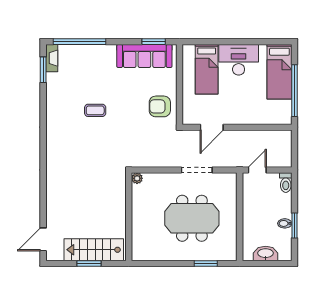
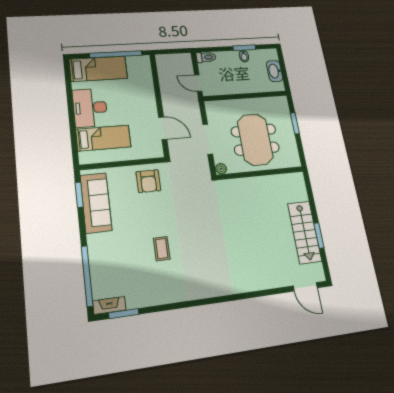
plant: (137, 178) -> (221, 169), moved
wall: (129, 217) -> (260, 173), moved

